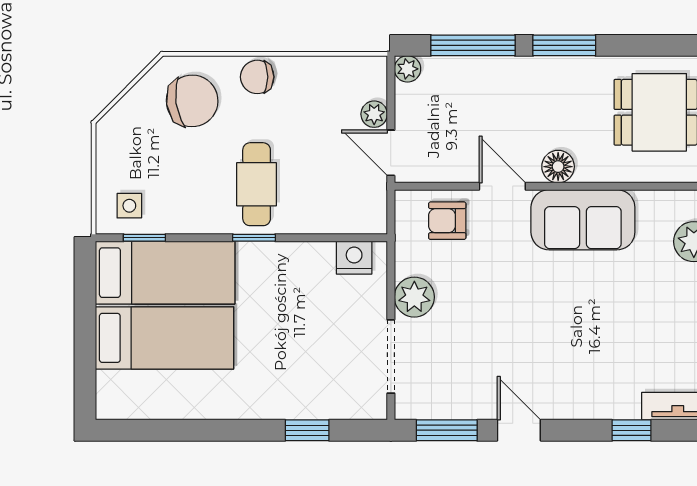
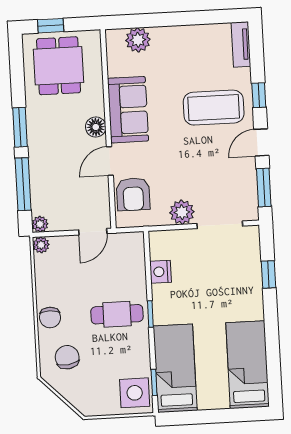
chair: (192, 101) -> (67, 357), width x0.73, depth x0.73
plant: (374, 114) -> (41, 245), moved
side table: (129, 206) -> (135, 393), width x1.87, depth x1.87
armchair: (447, 221) -> (133, 194), width x1.38, depth x1.38
nightstand: (354, 258) -> (160, 272), moved
bed: (164, 338) -> (247, 365), moved
coffee table: (579, 357) -> (214, 108), added
window: (632, 430) -> (259, 95), moved

